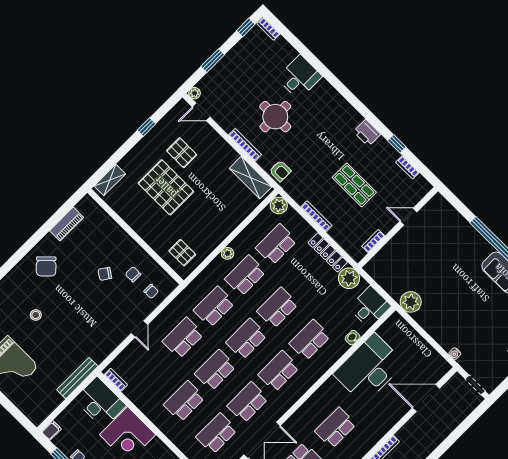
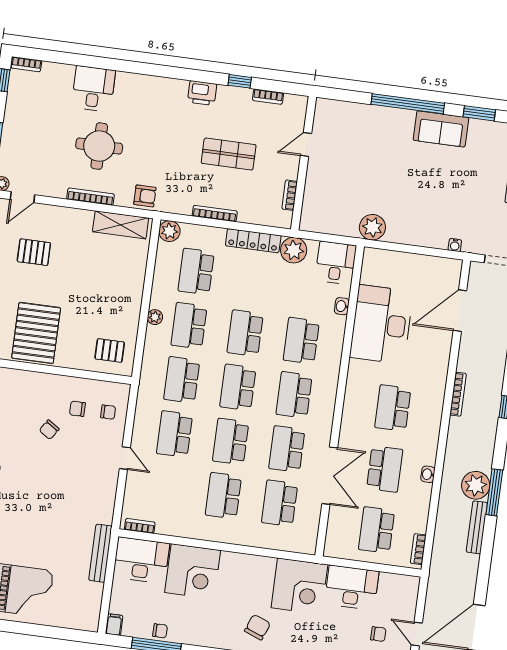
pallet: (166, 187) -> (36, 333), moved, turned 90
stool: (36, 315) -> (12, 522), removed

